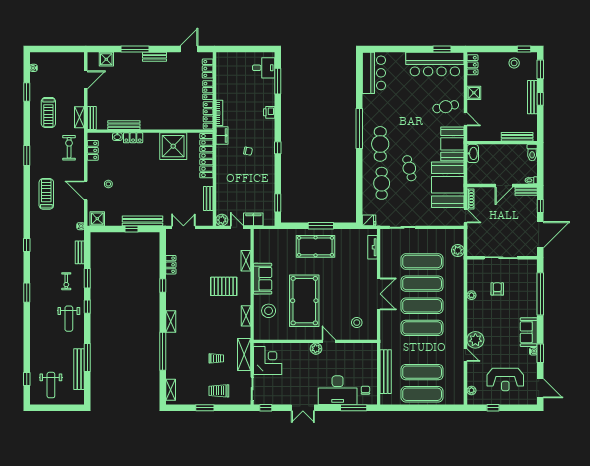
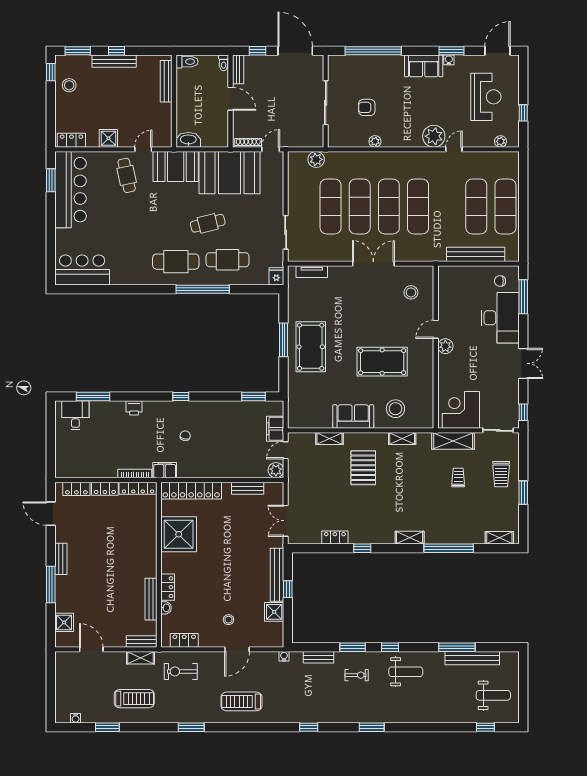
window: (359, 129) -> (203, 289), moved
shower: (97, 219) -> (274, 612), moved
pool table: (304, 301) -> (382, 362), width x0.73, depth x0.76

